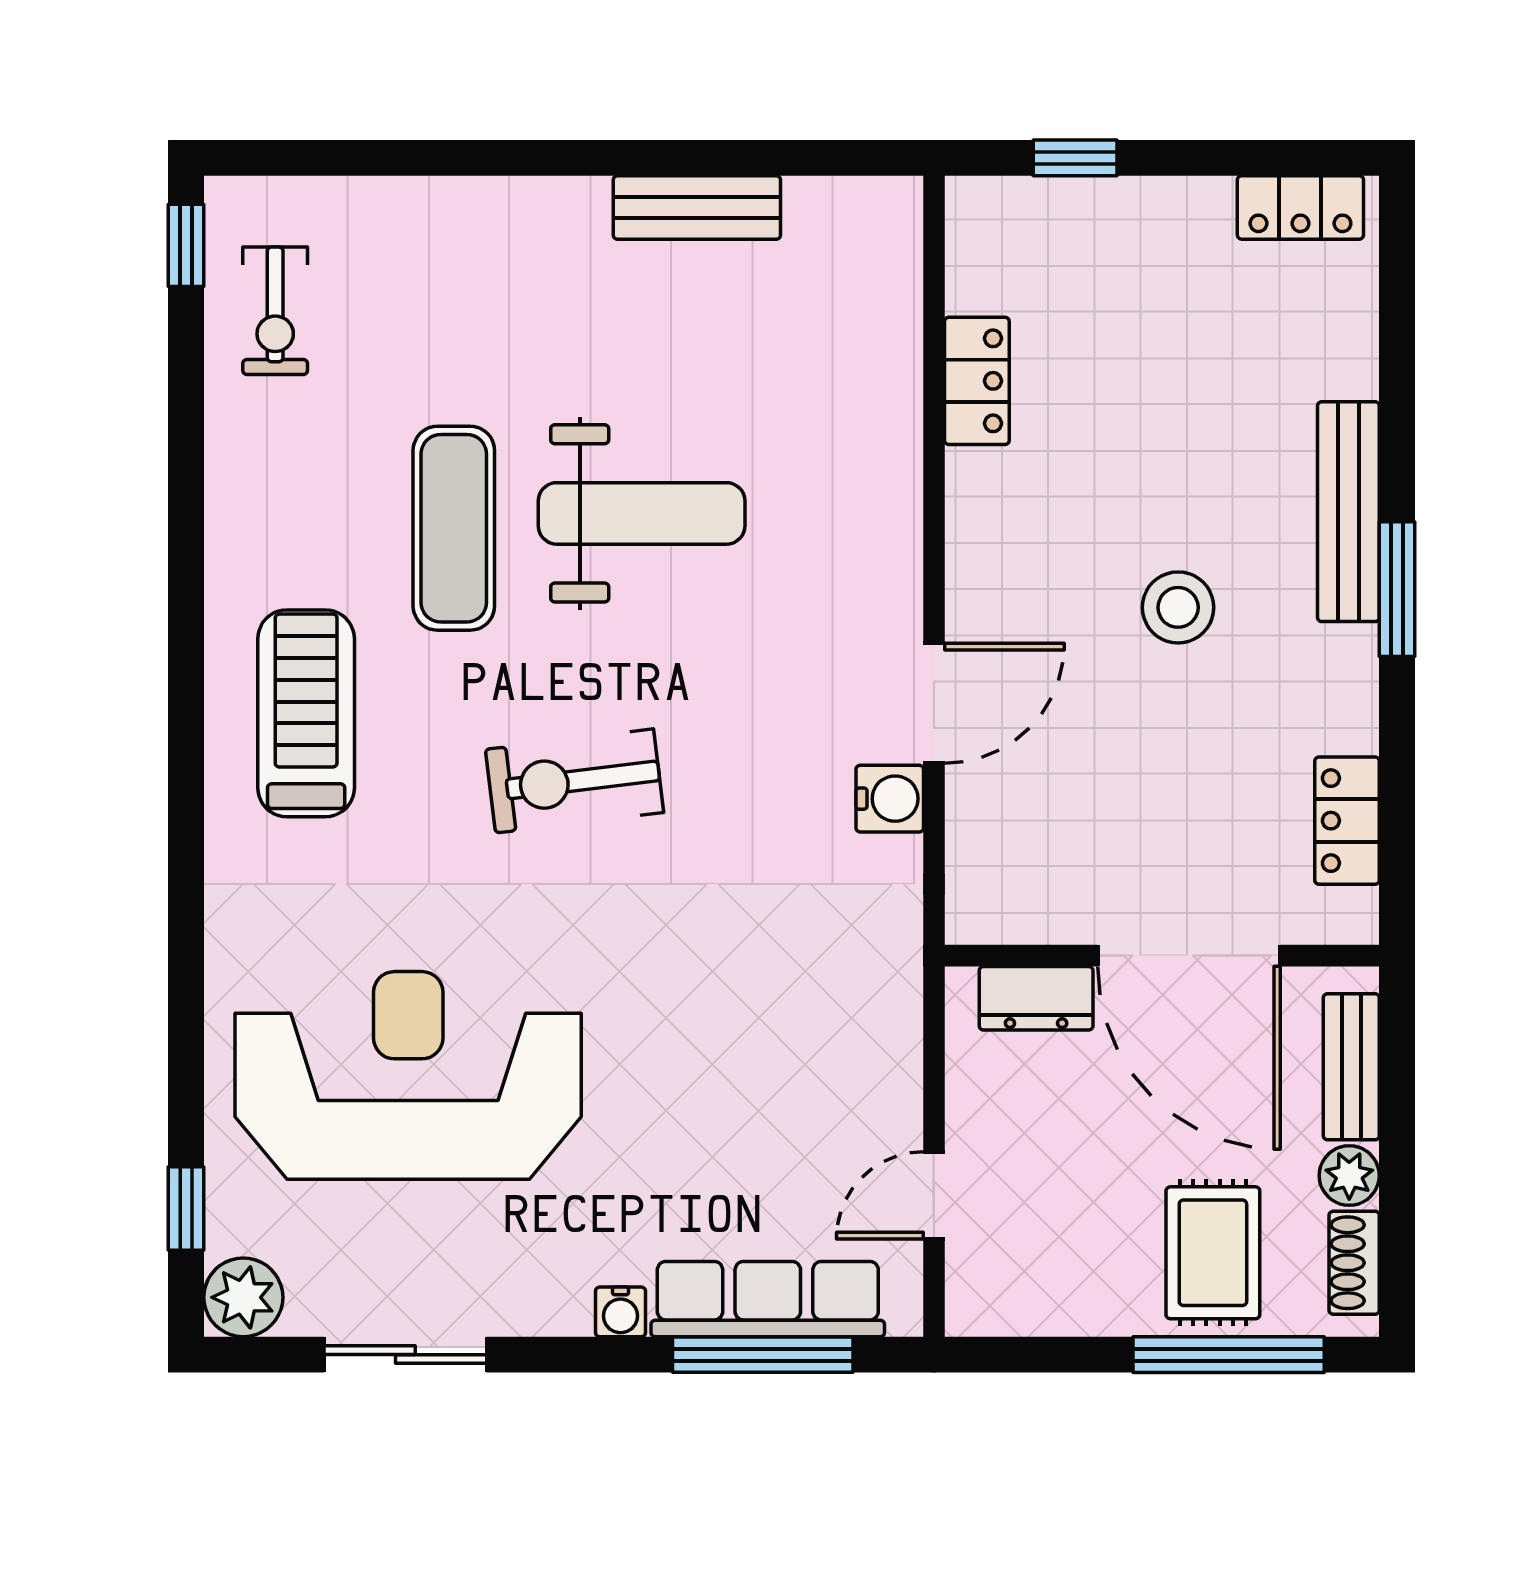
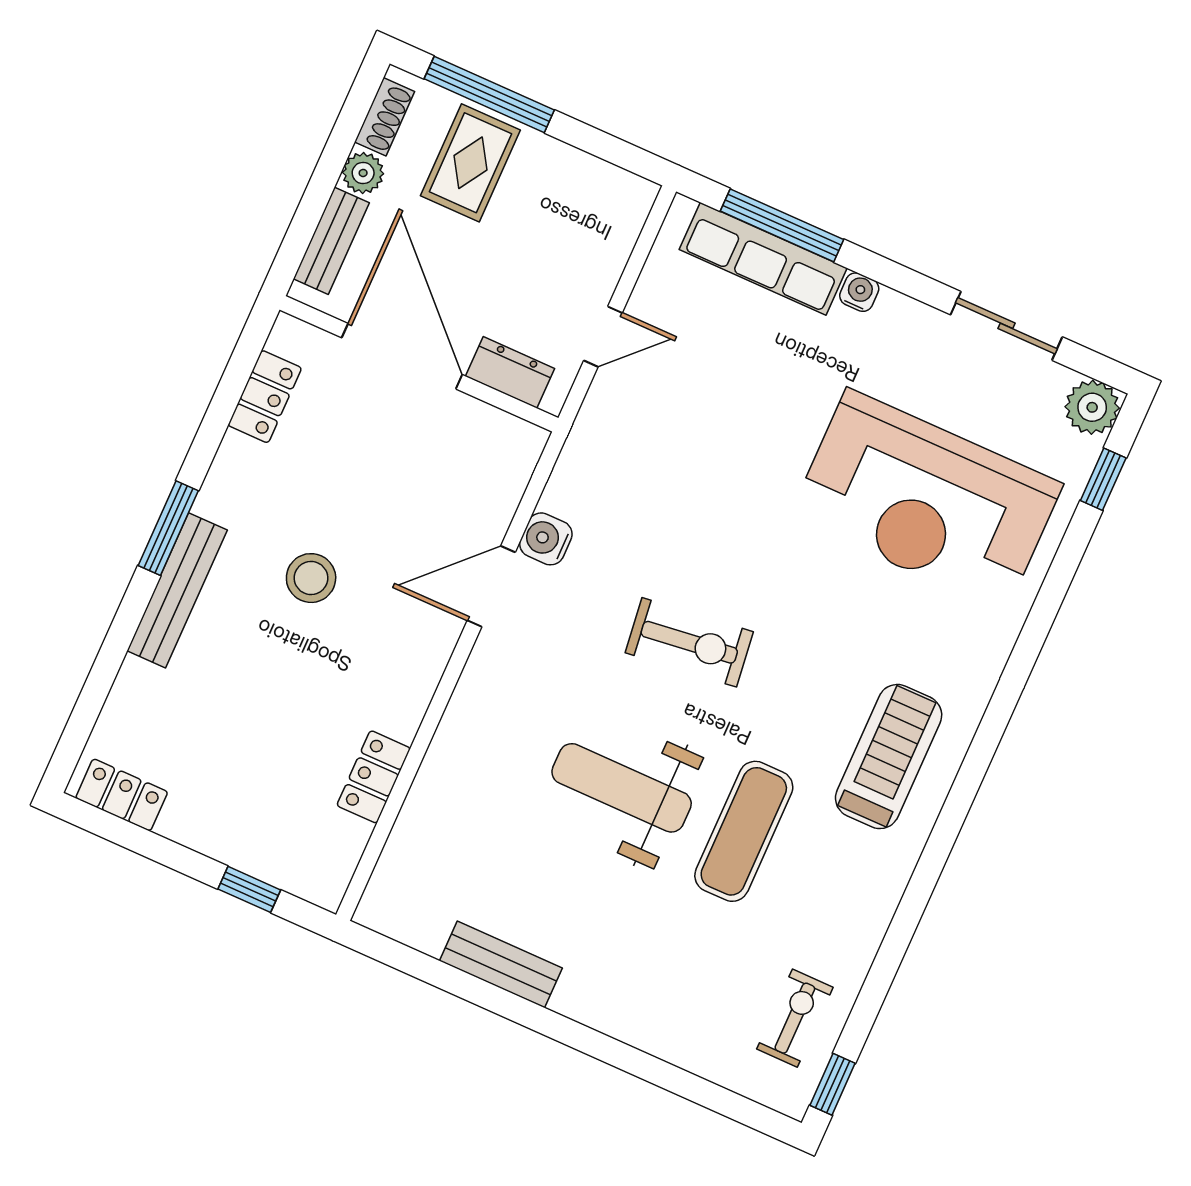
treadmill: (306, 713) -> (889, 757), turned 180
exercise bike: (575, 781) -> (689, 642), moved
door: (934, 1195) -> (603, 337), moved

